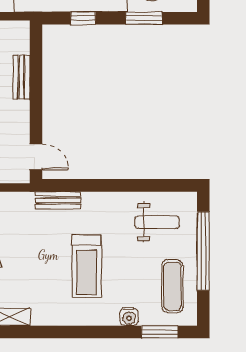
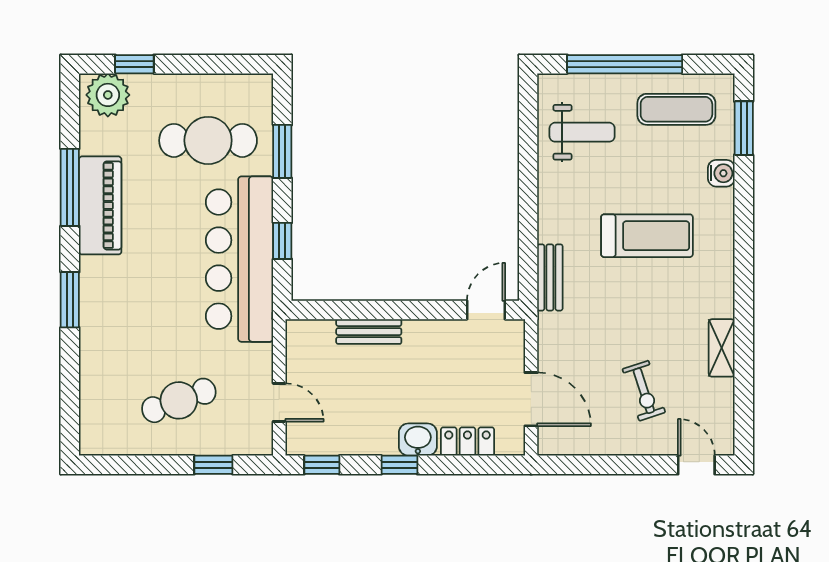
weight bench: (157, 222) -> (582, 132), turned 90

